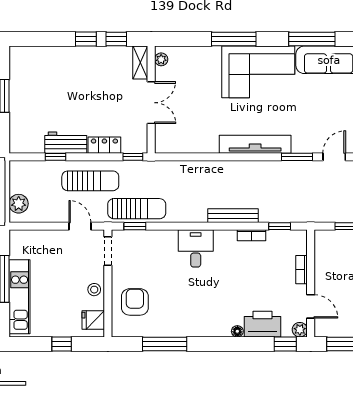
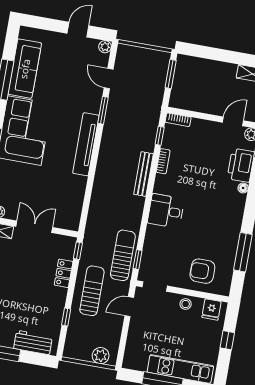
workbench: (66, 143) -> (33, 342), moved, turned 90
bookcase: (301, 270) -> (178, 120), moved

